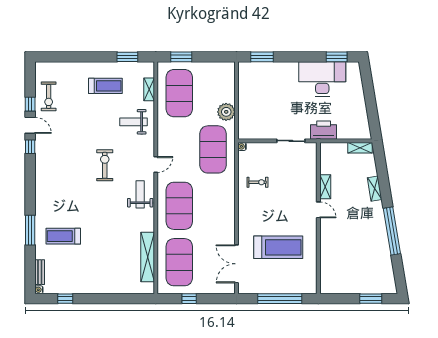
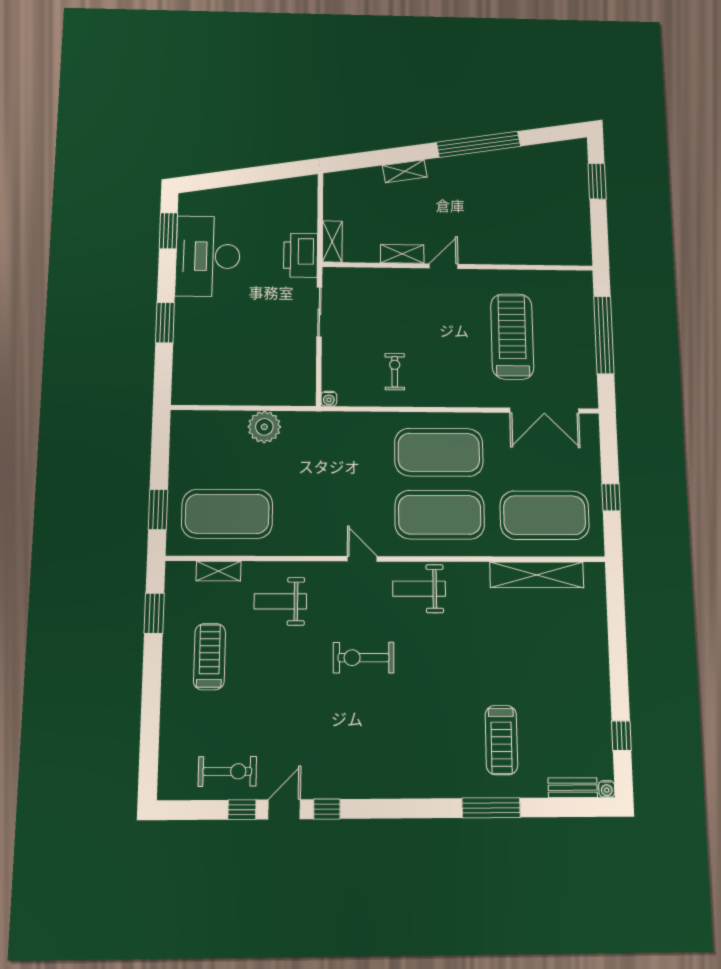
window: (262, 57) -> (165, 323), moved
weight bench: (134, 122) -> (280, 601), turned 90
shelving: (360, 148) -> (332, 241), moved
exercise mat: (213, 149) -> (439, 452), moved

